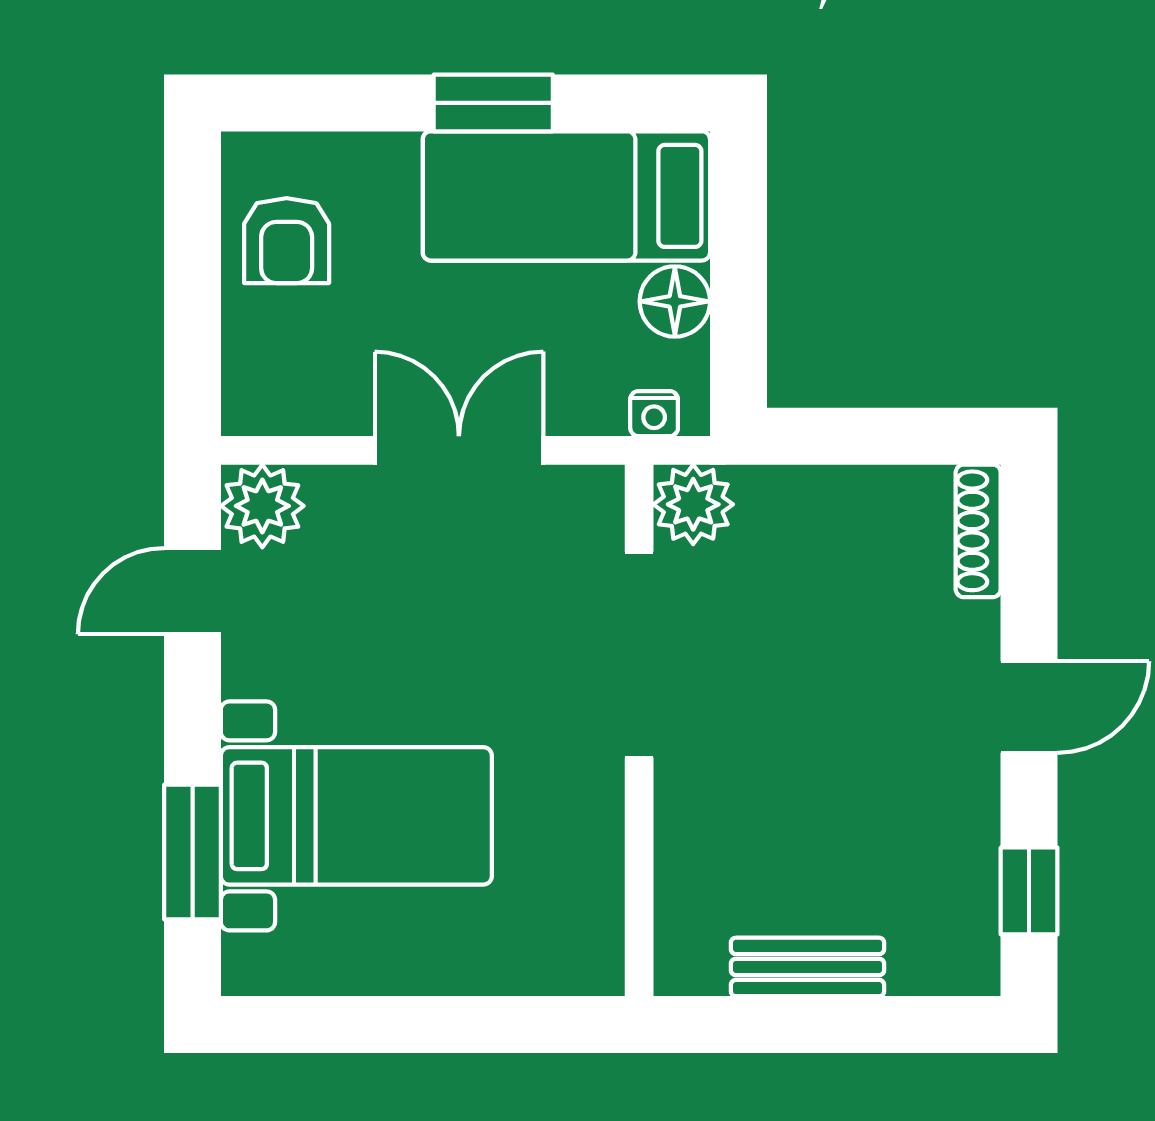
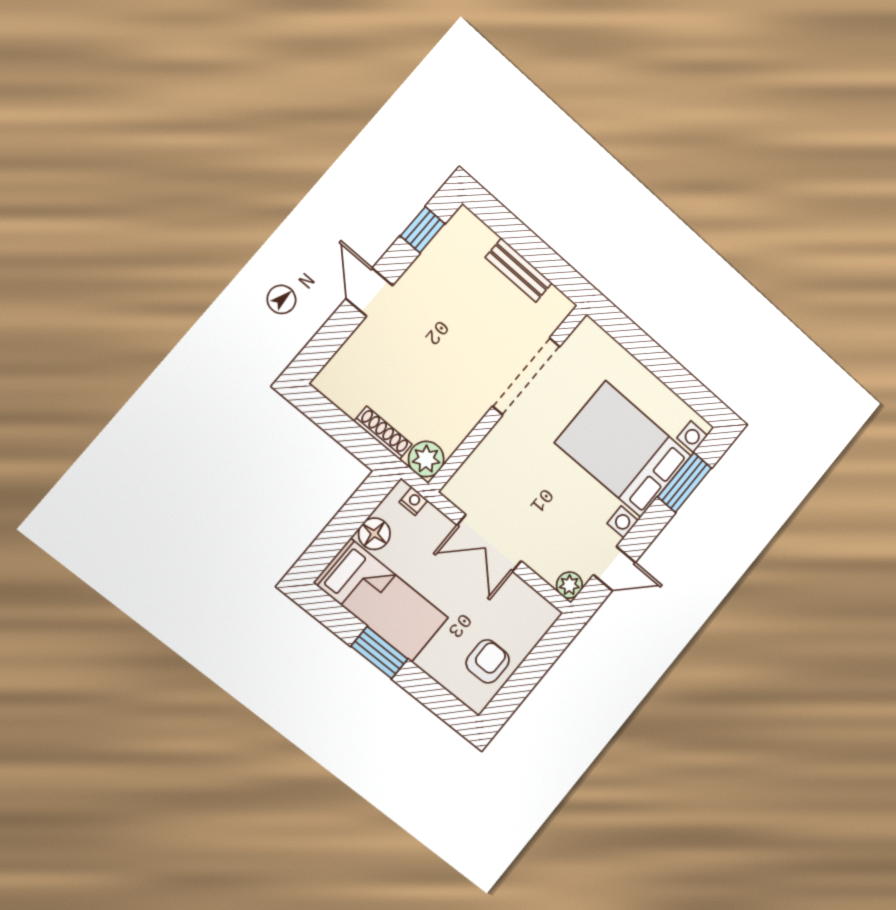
plant: (262, 506) -> (569, 585), width x0.73, depth x0.73
shoe rack: (978, 531) -> (383, 433), moved, turned -90
doorway: (639, 655) -> (526, 376), moved
door: (1029, 707) -> (369, 292), hinge flipped
bed with nightstands: (356, 816) -> (623, 449), width x1.36

